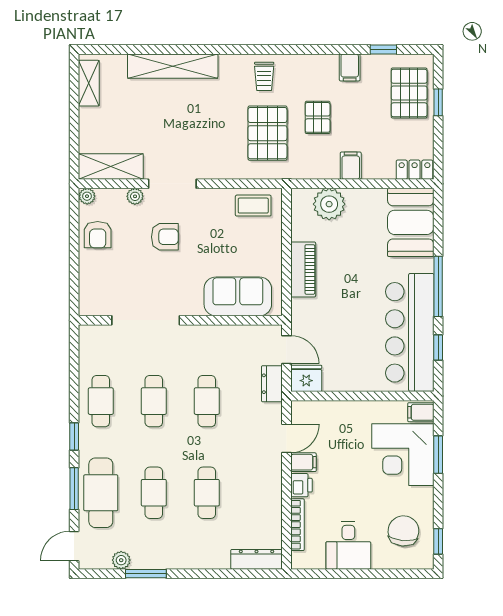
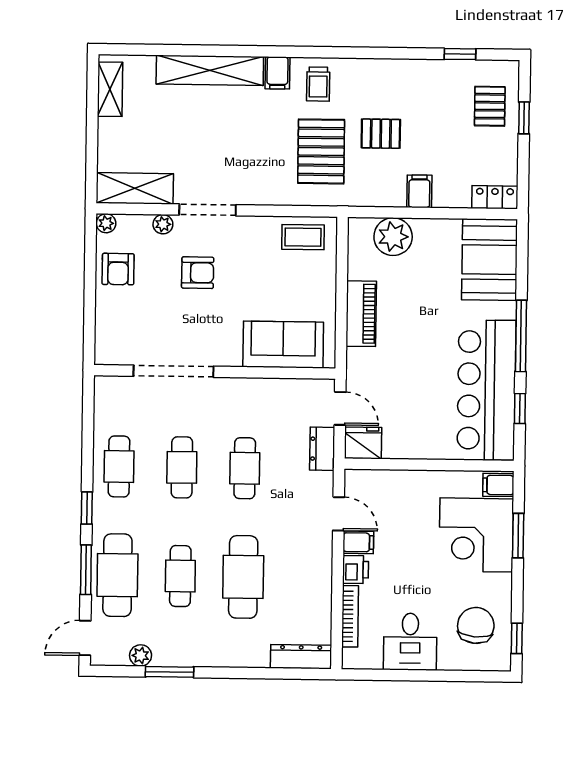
filing cabinet: (350, 67) -> (277, 73), moved
pallet: (409, 93) -> (490, 106), width x0.67, depth x0.71
pallet: (318, 117) -> (381, 134), turned 90
door: (286, 438) -> (339, 514), hinge flipped
cafe table: (207, 493) -> (243, 577), width x1.37, depth x1.35

